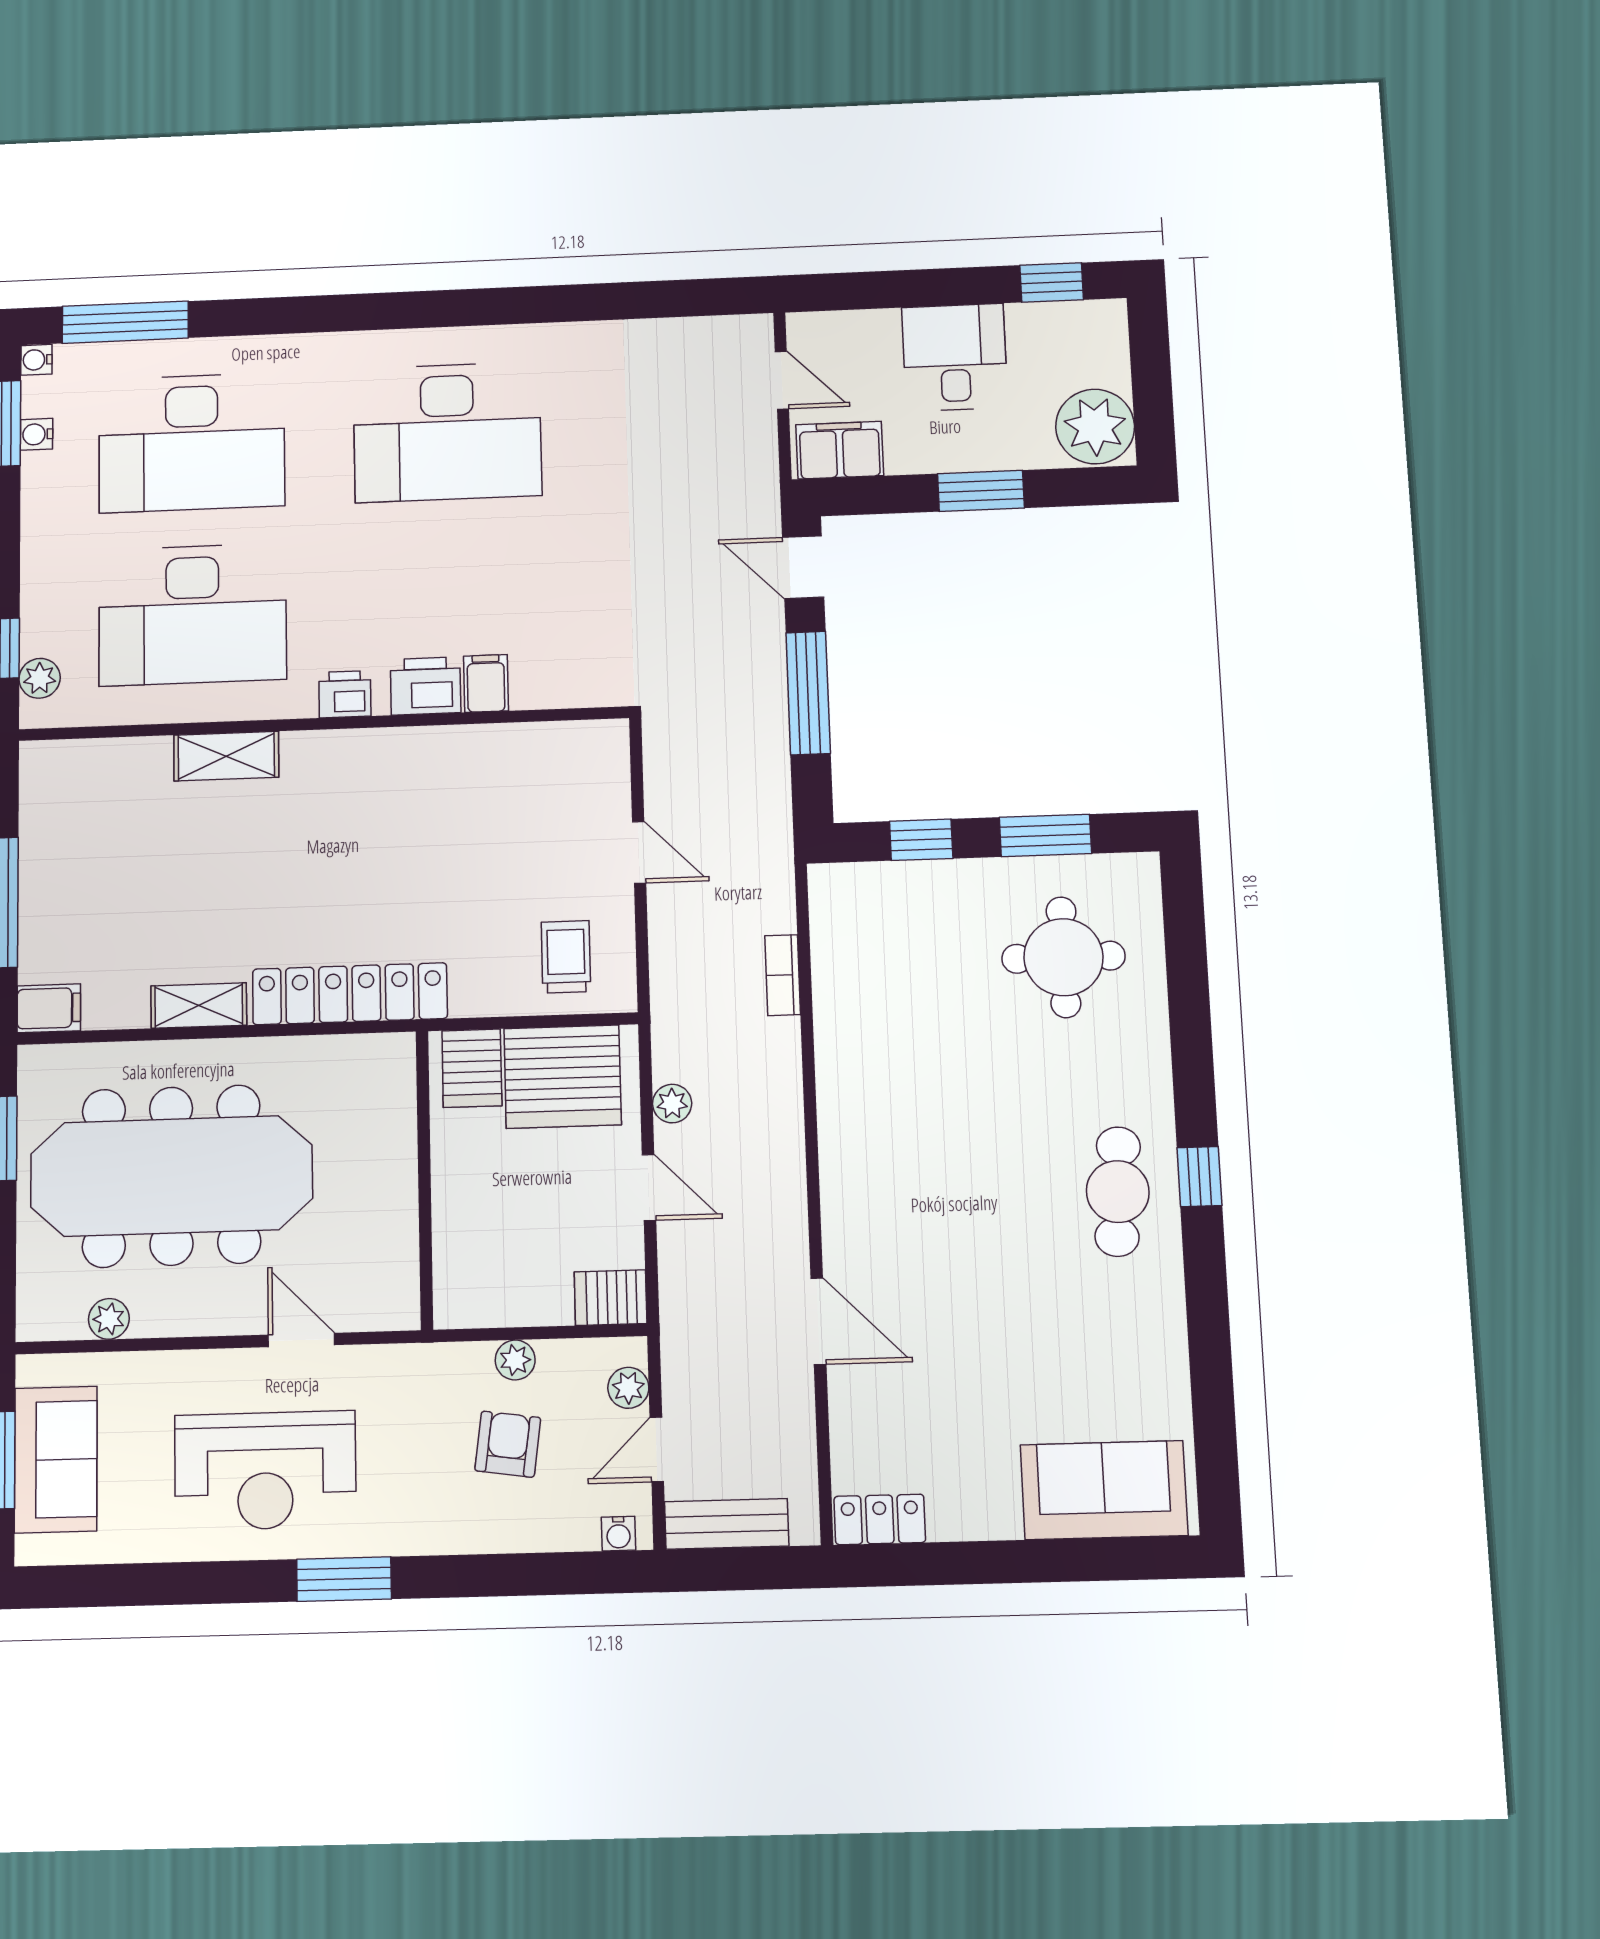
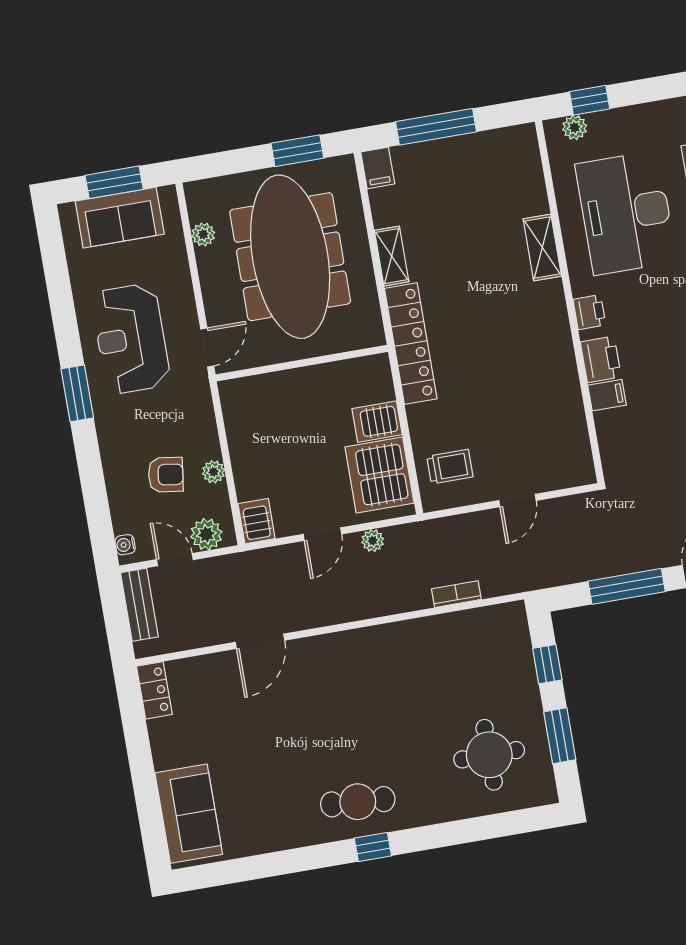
wall: (424, 1179) -> (302, 363), moved
plant: (628, 1388) -> (206, 534), width x1.38, depth x1.38

